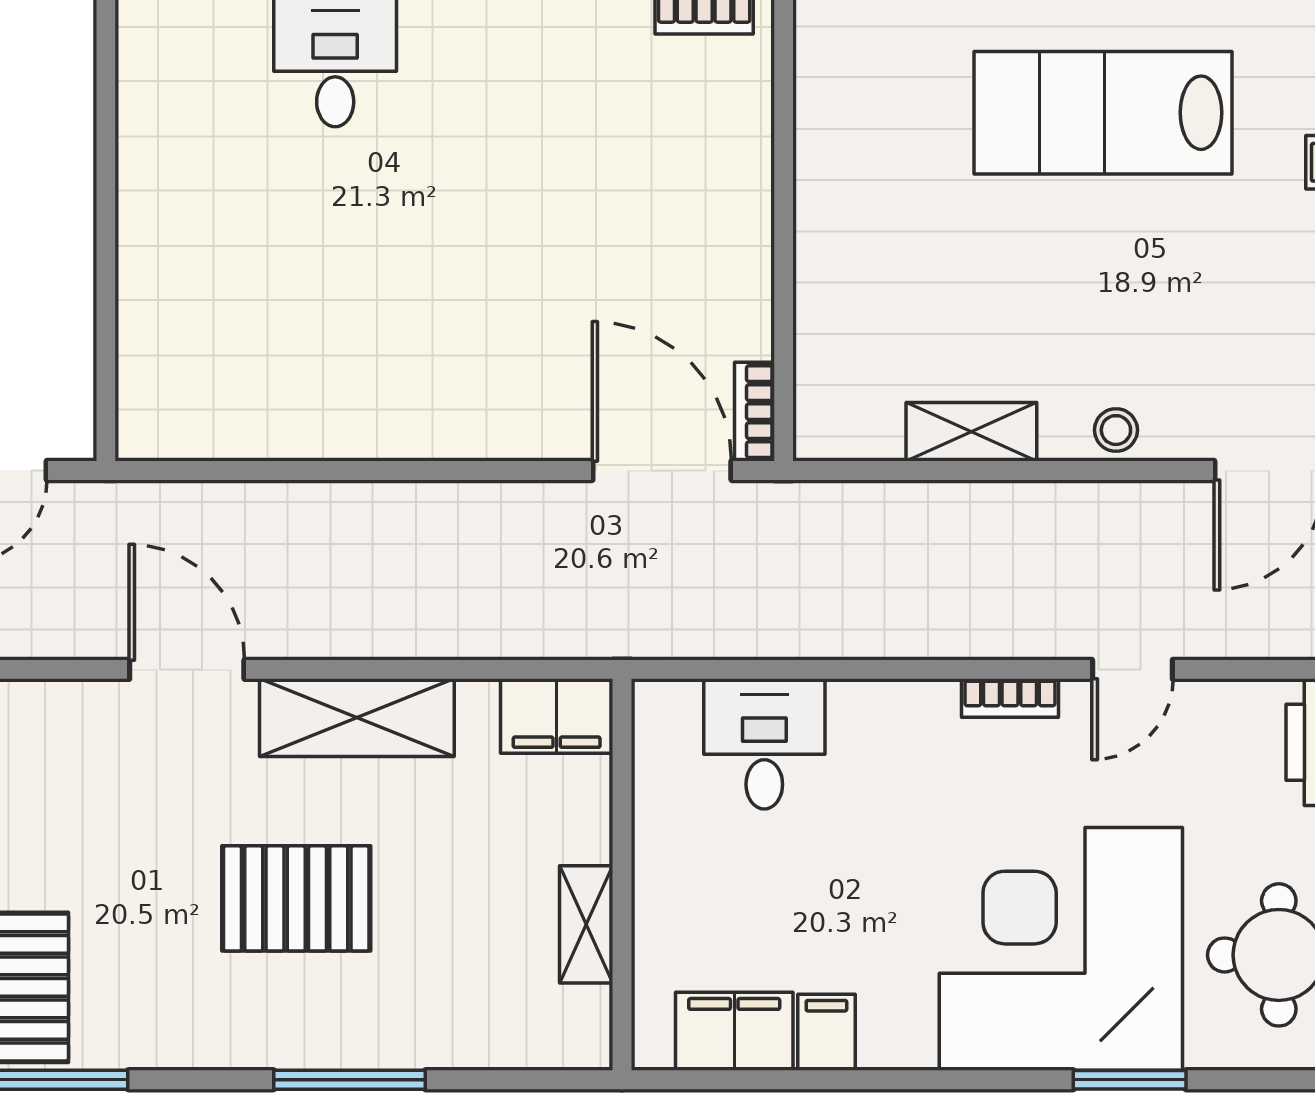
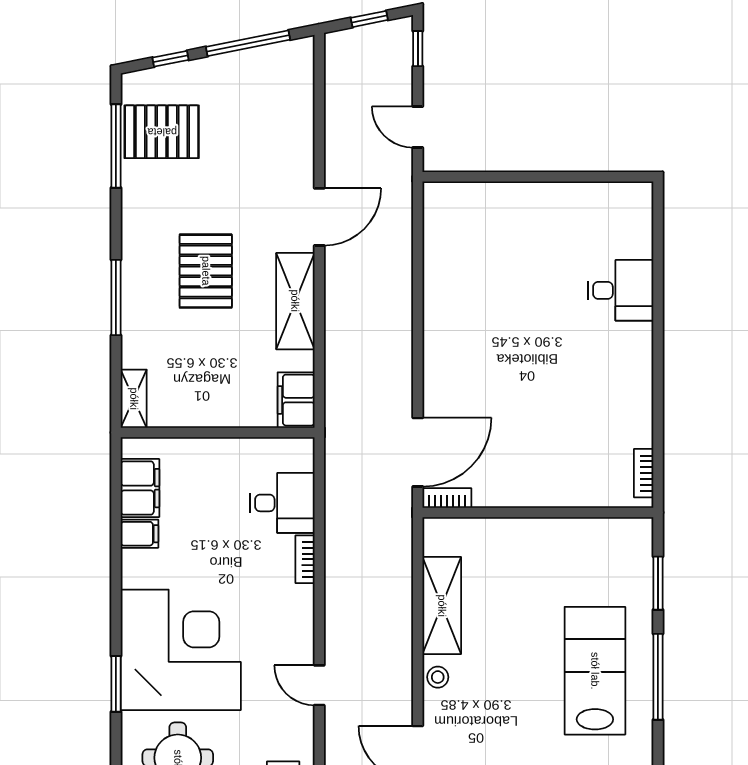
shelving: (971, 432) -> (442, 606), width x1.50, depth x1.33
bookcase: (1010, 698) -> (305, 559), moved
shelving: (586, 924) -> (134, 399), moved, turned 90

